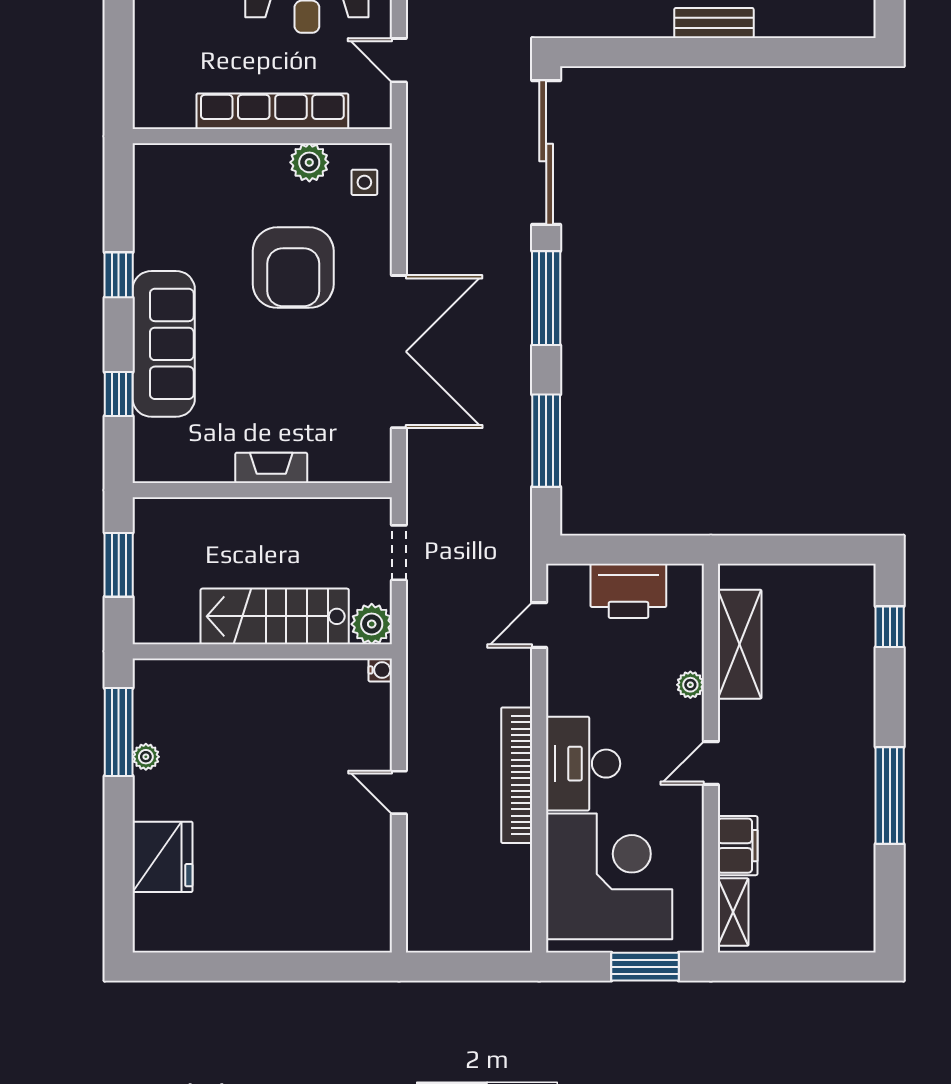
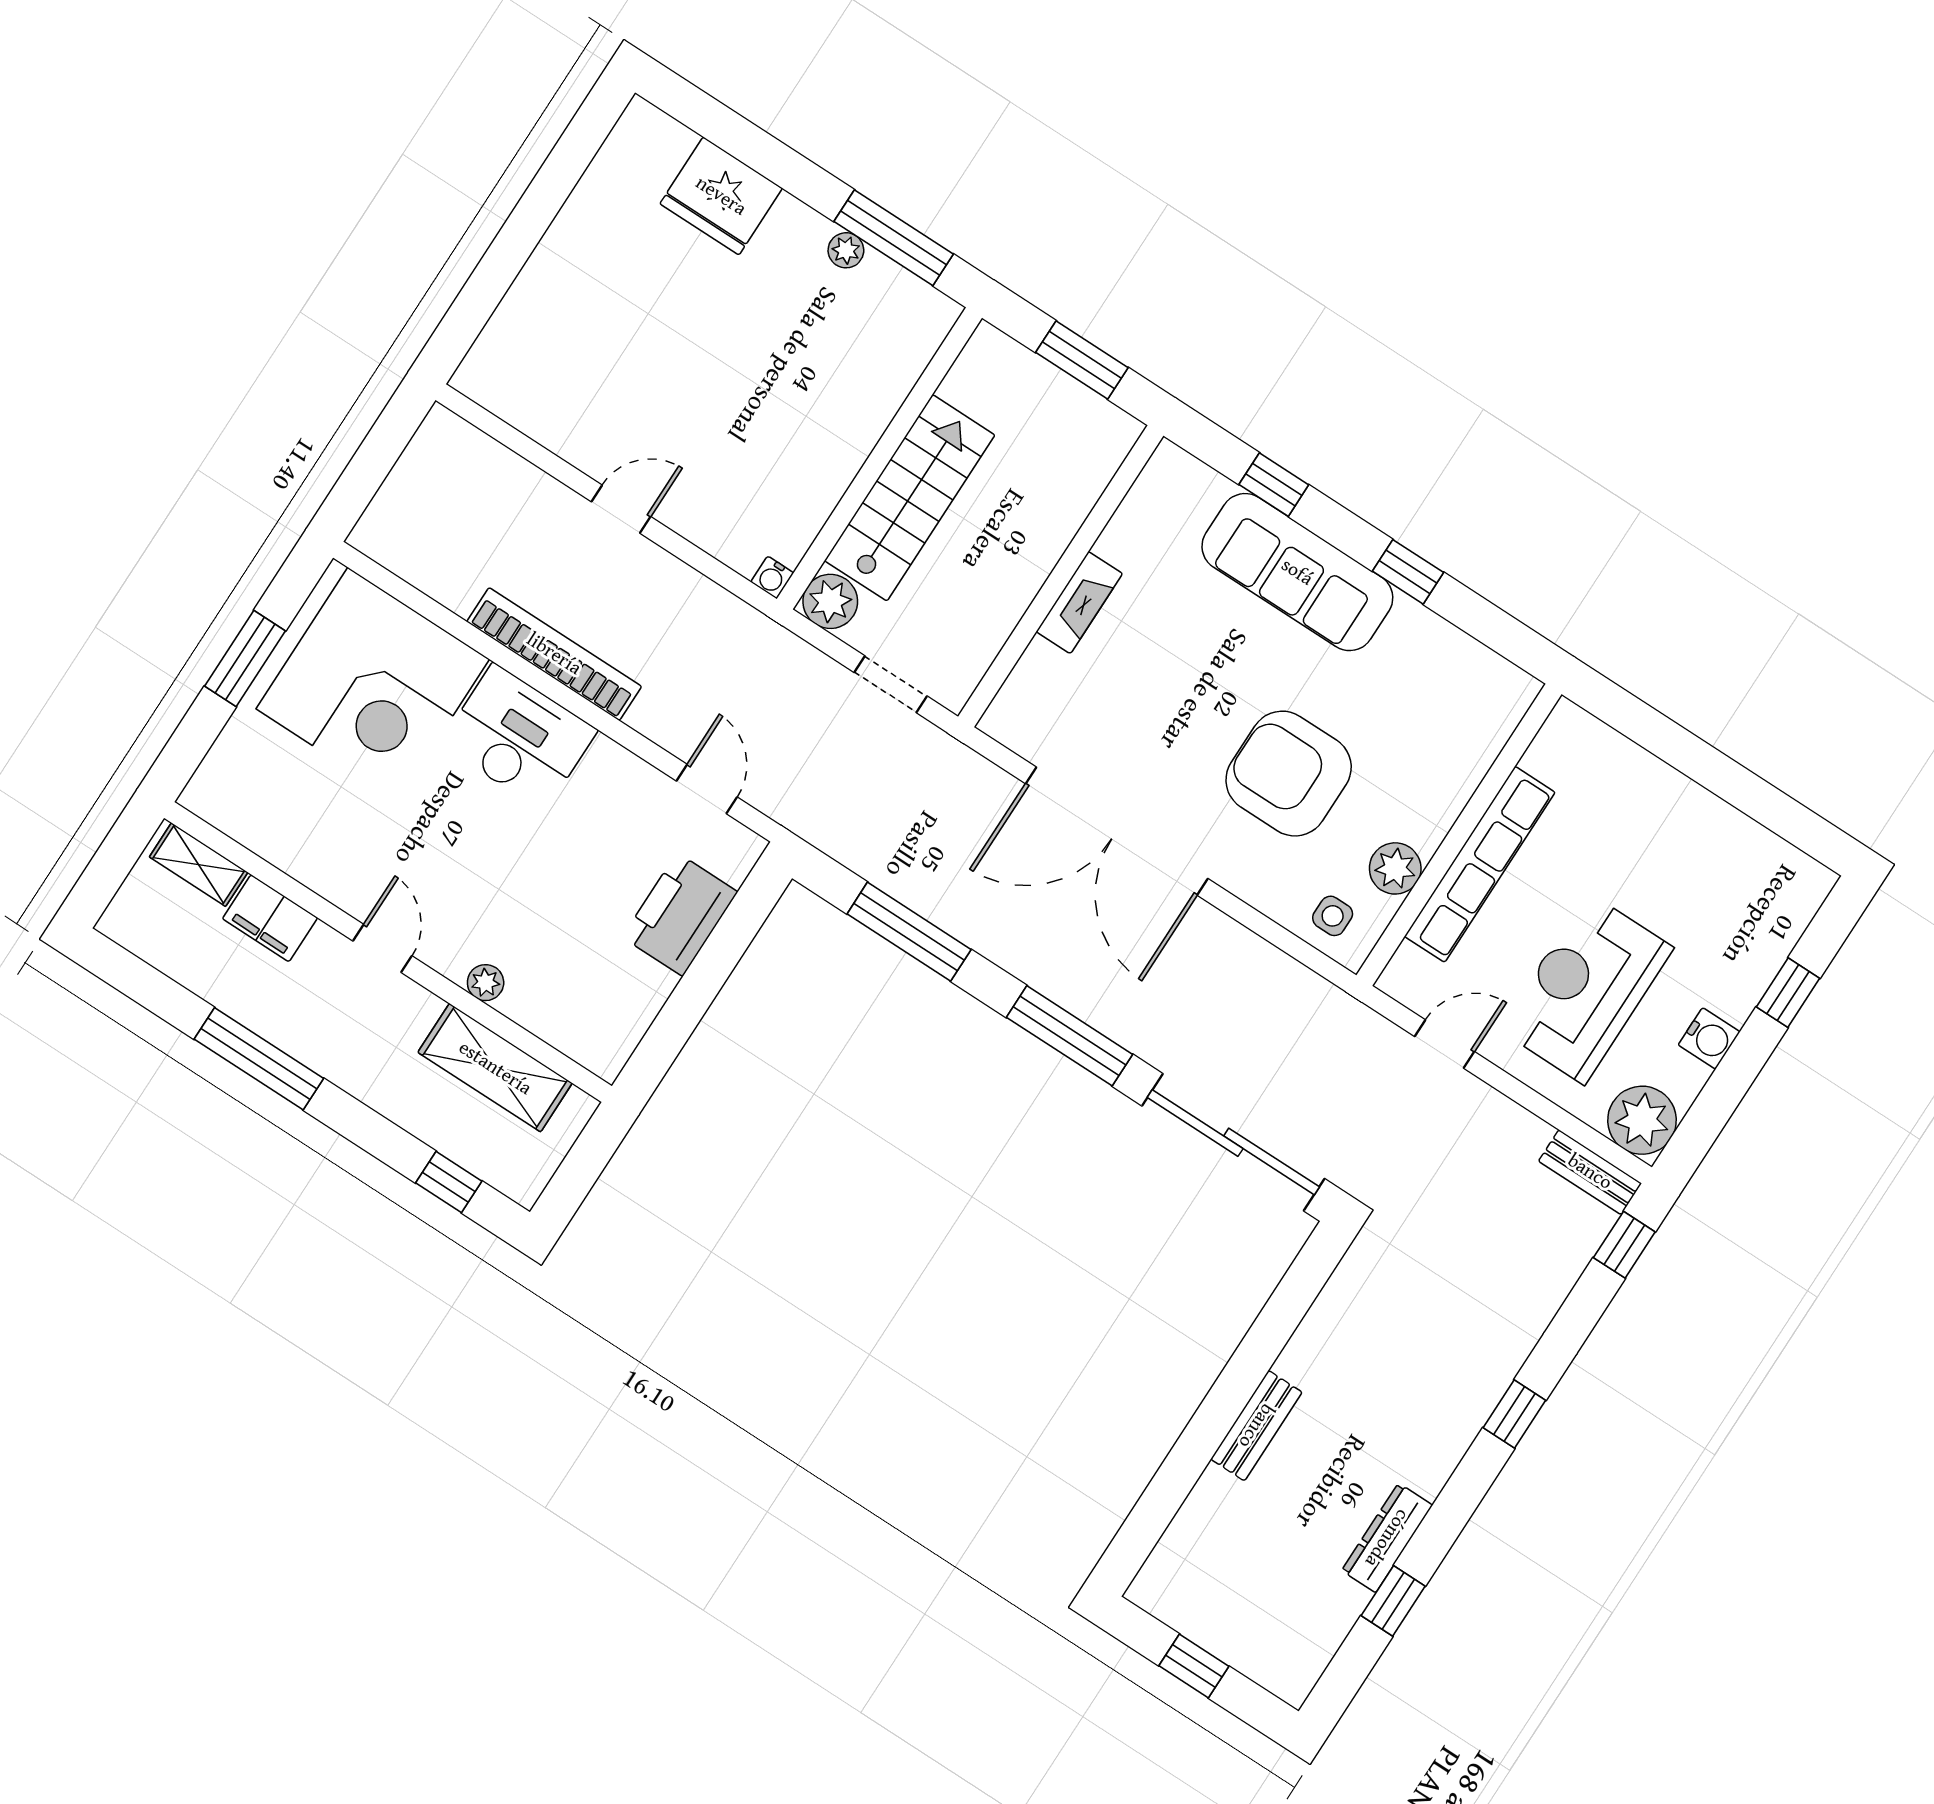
shelving: (740, 644) -> (495, 1068), moved
plant: (690, 685) -> (486, 983), moved
wall: (711, 758) -> (388, 952), moved
door: (711, 763) -> (382, 948), moved
filing cabinet: (738, 846) -> (270, 918), moved
shelving: (733, 912) -> (199, 865), moved

